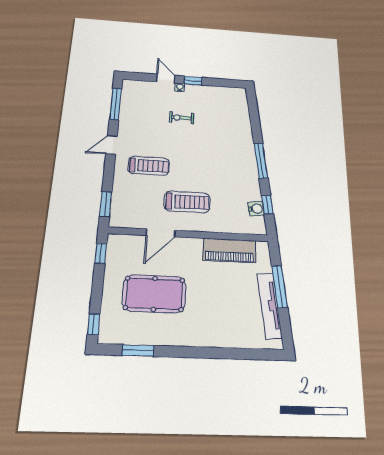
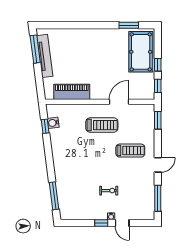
window: (261, 161) -> (54, 196), moved
treadmill: (149, 166) -> (130, 151), turned 180
treadmill: (187, 202) -> (102, 125), turned 180
window: (280, 287) -> (35, 49), moved
pool table: (154, 294) -> (141, 52), moved, turned 90
window: (94, 324) -> (158, 65), moved

